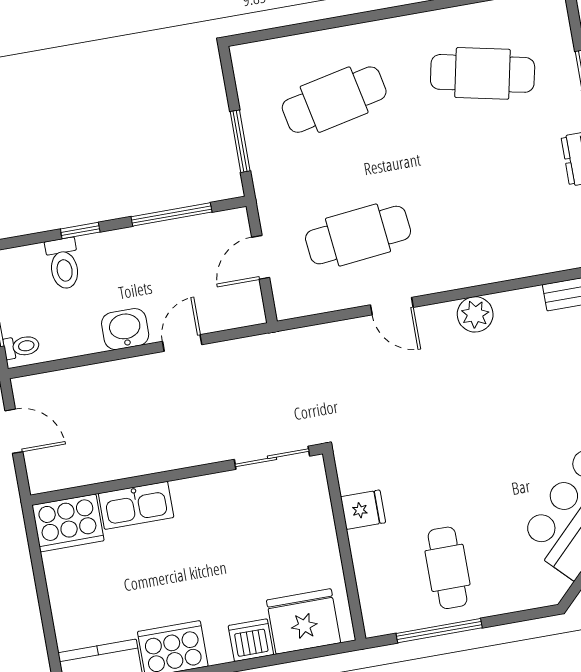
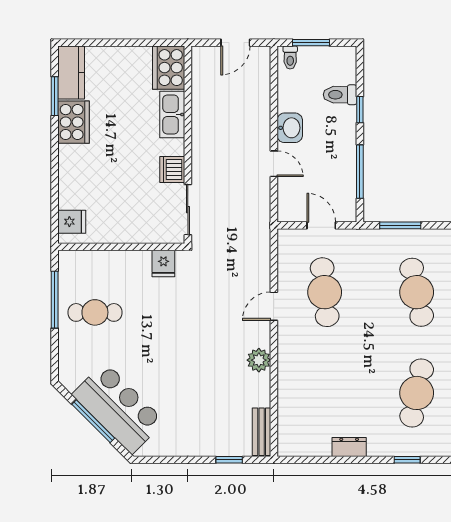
fridge: (363, 510) -> (163, 264), moved
fridge: (304, 621) -> (72, 222), width x0.53, depth x0.75
dishwasher: (251, 640) -> (172, 169), moved, turned 180

